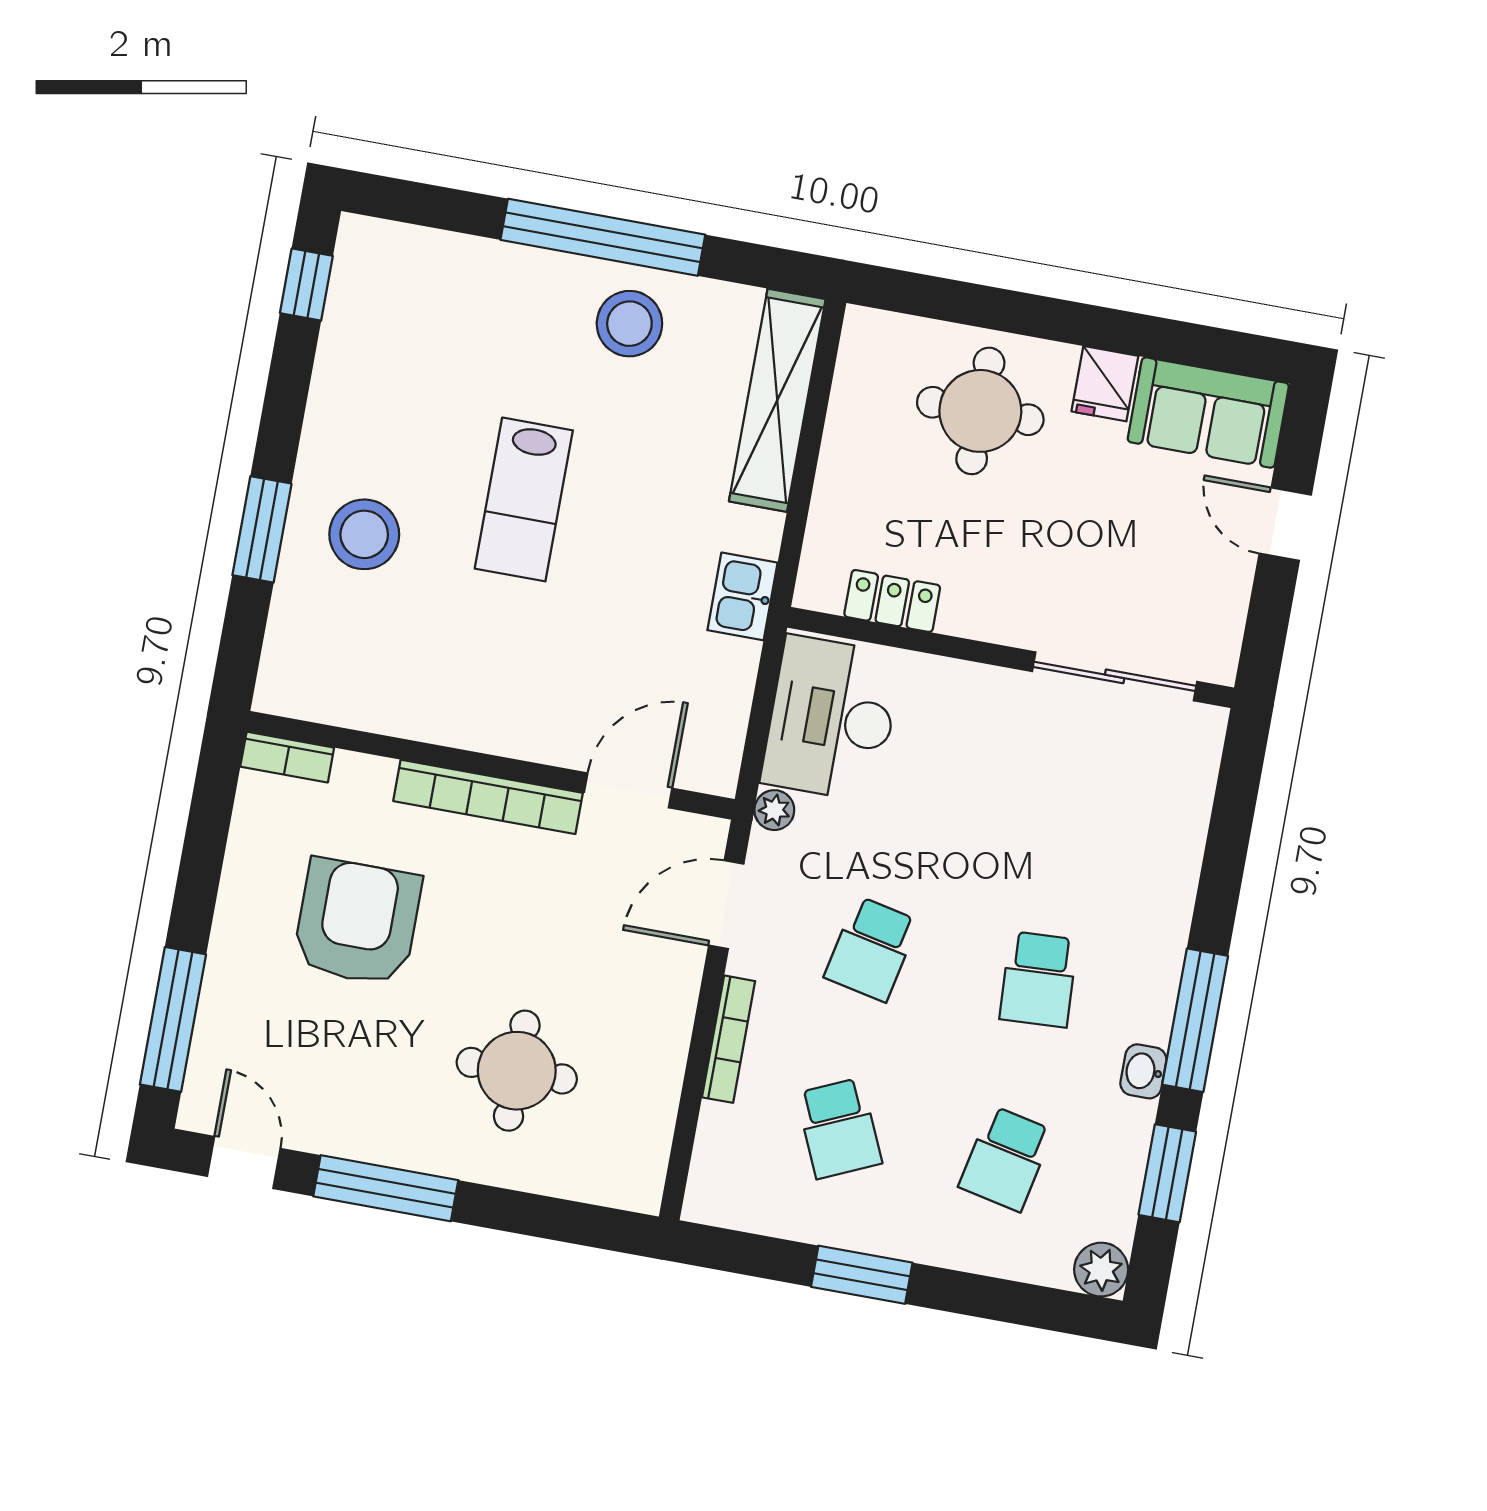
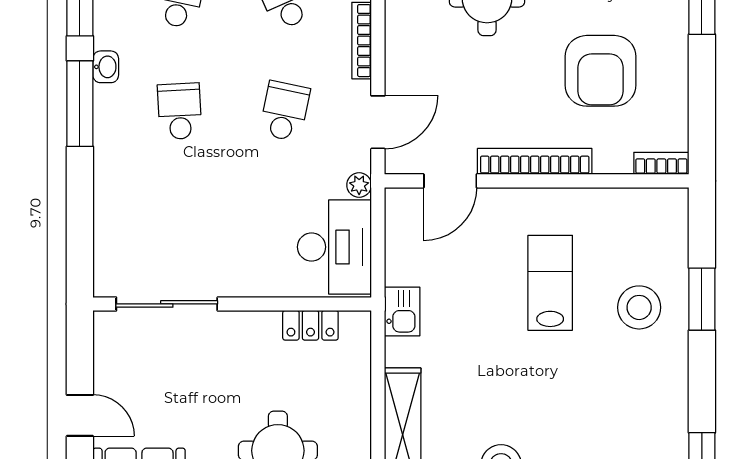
lab bench: (524, 499) -> (550, 283), moved

